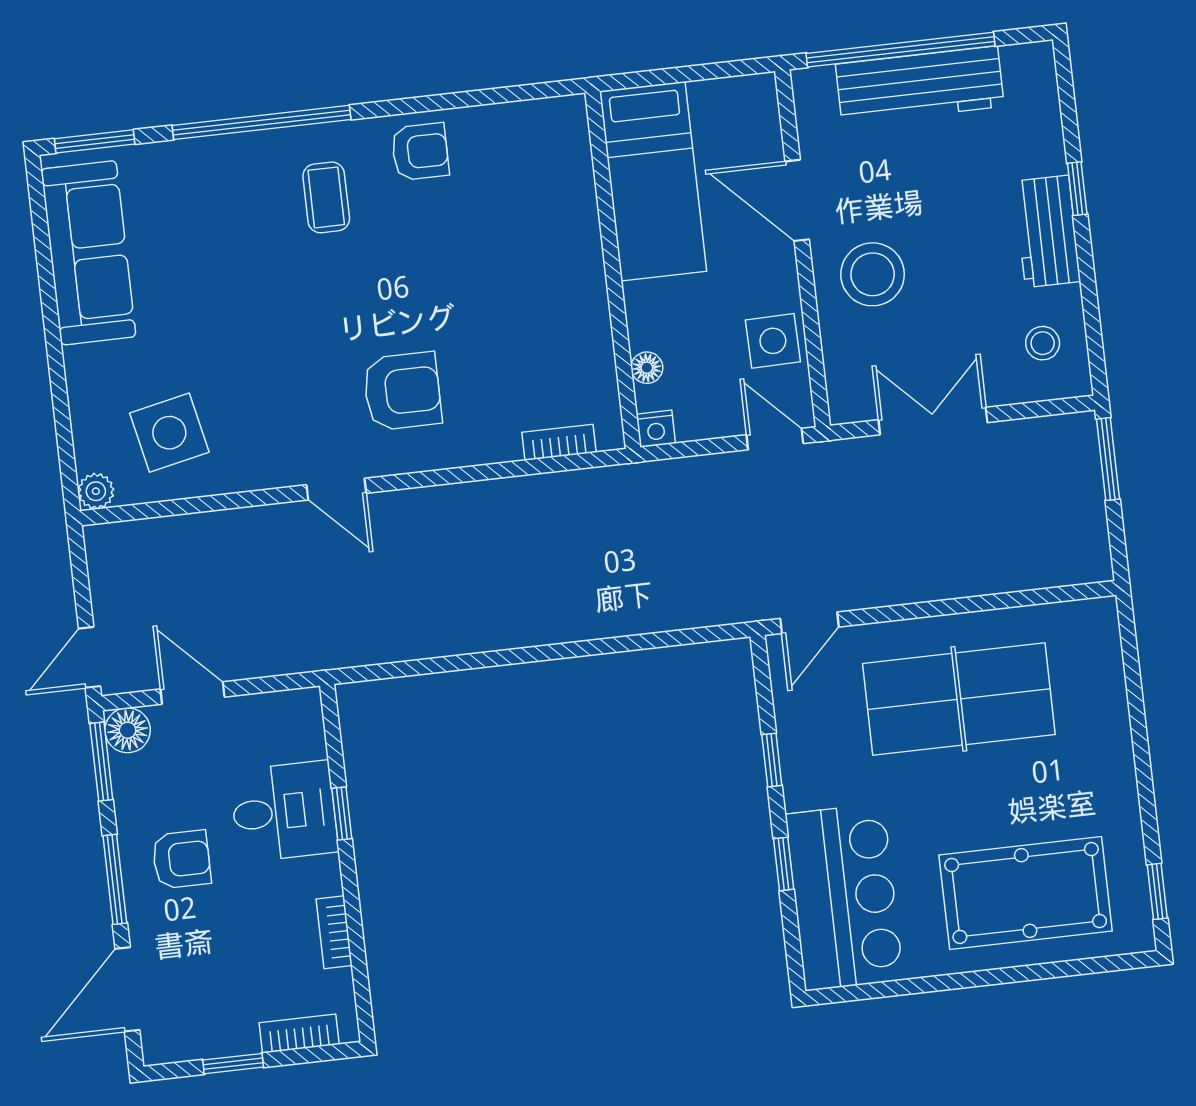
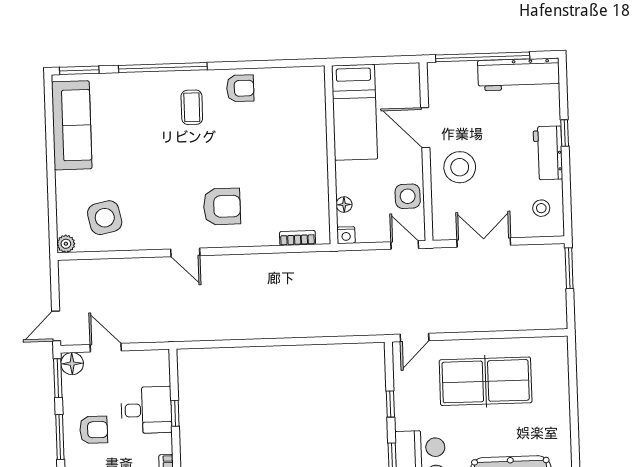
workbench: (920, 85) -> (519, 74), moved

